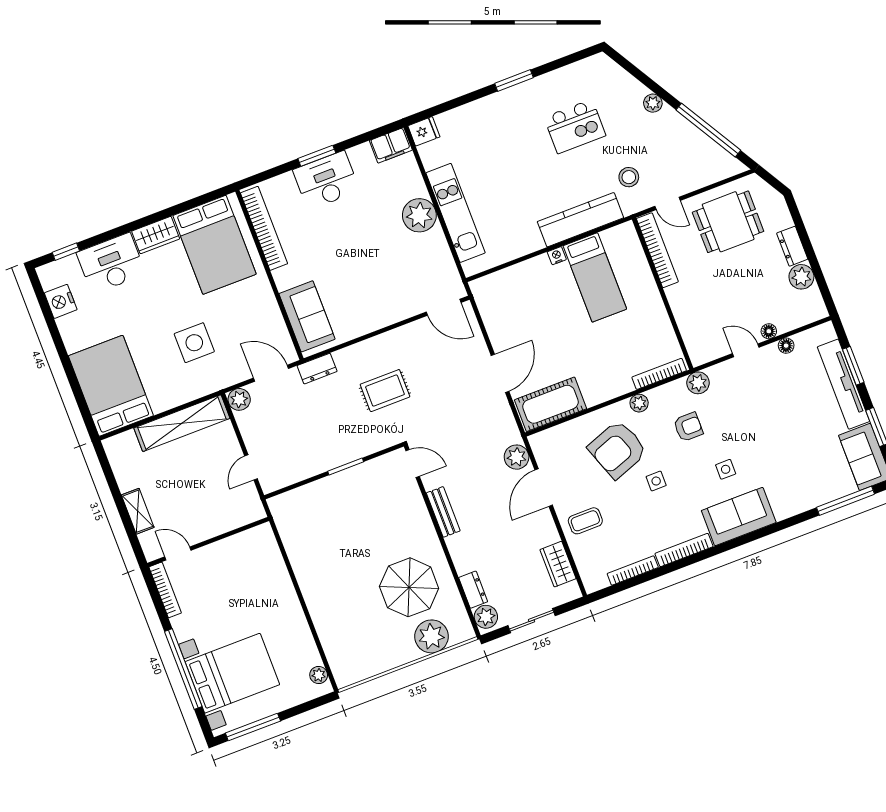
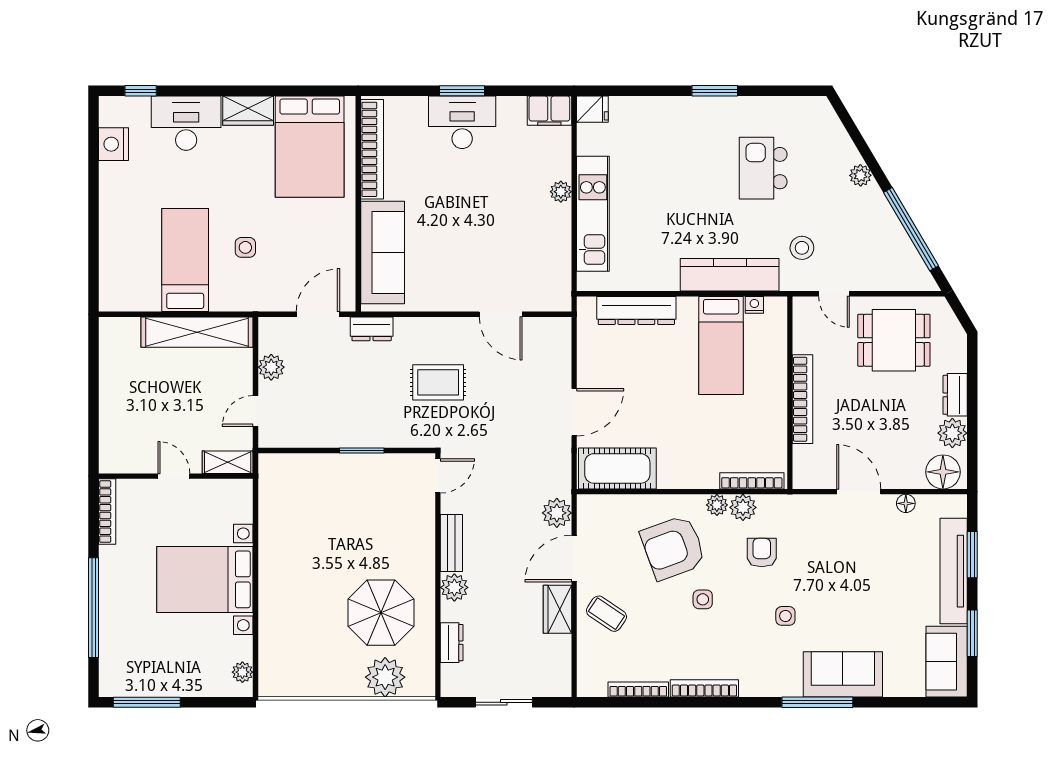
kitchen island: (575, 126) -> (763, 168), turned 90
plant: (419, 215) -> (561, 192), width x0.53, depth x0.53
bookcase: (657, 250) -> (803, 399), moved
nightstand: (557, 256) -> (754, 305), moved
dresser: (518, 275) -> (636, 310), added
door: (444, 307) -> (501, 314), moved
sofa: (307, 316) -> (383, 253), width x1.36
floor lamp: (769, 331) -> (943, 472), moved, width x1.89, depth x1.89
side table: (194, 343) -> (245, 247), width x0.54, depth x0.54
door: (746, 350) -> (859, 492), width x1.38
door: (271, 373) -> (318, 314), hinge flipped
plant: (698, 383) -> (743, 507), moved
bed: (111, 386) -> (185, 260), moved, width x0.67
plant: (239, 399) -> (271, 367), moved
armchair: (688, 427) -> (762, 553), turned -90
door: (413, 464) -> (438, 476), hinge flipped
window: (845, 501) -> (817, 702), moved
shelving: (138, 511) -> (228, 462), moved, turned 90
sofa: (739, 516) -> (843, 674), moved
coffee table: (585, 521) -> (606, 614), turned 34
door: (178, 554) -> (174, 476), moved
wardrobe: (558, 564) -> (557, 609), moved
plant: (486, 617) -> (454, 587), moved
bed with nightstands: (232, 673) -> (205, 579), moved, turned 180

